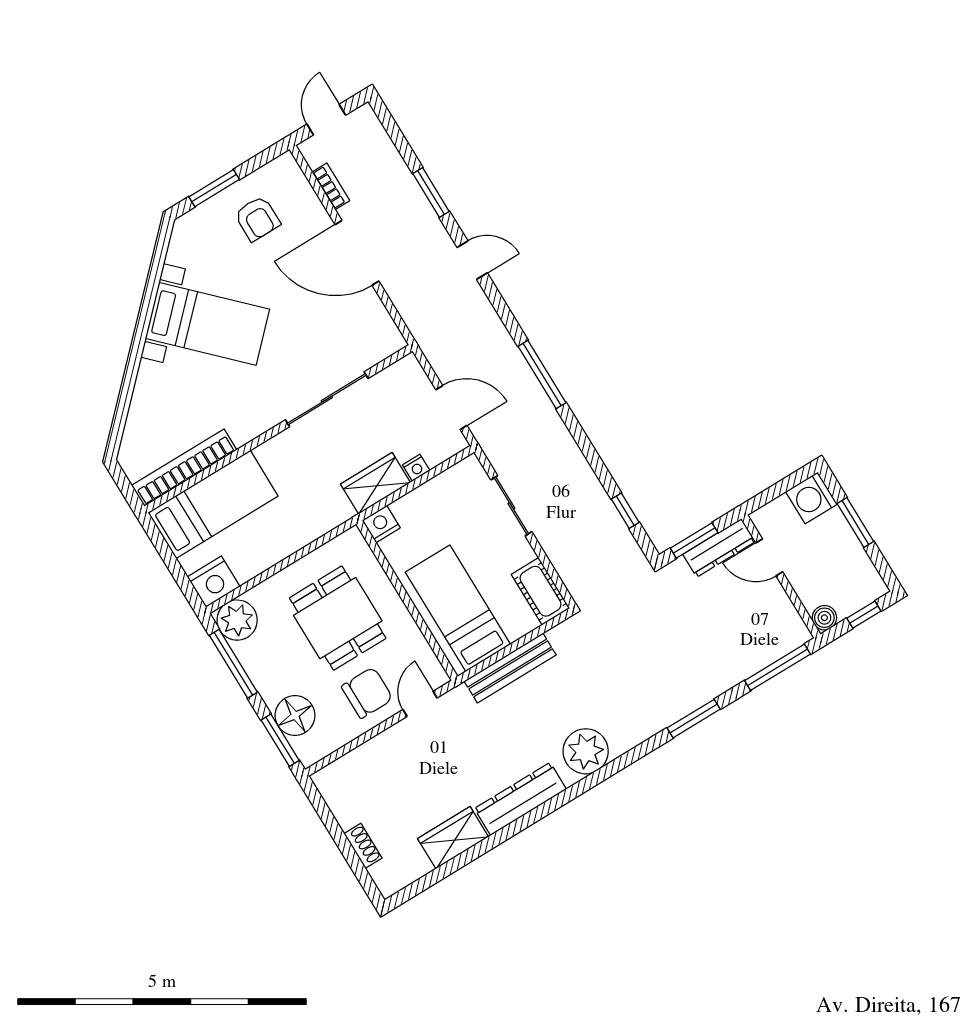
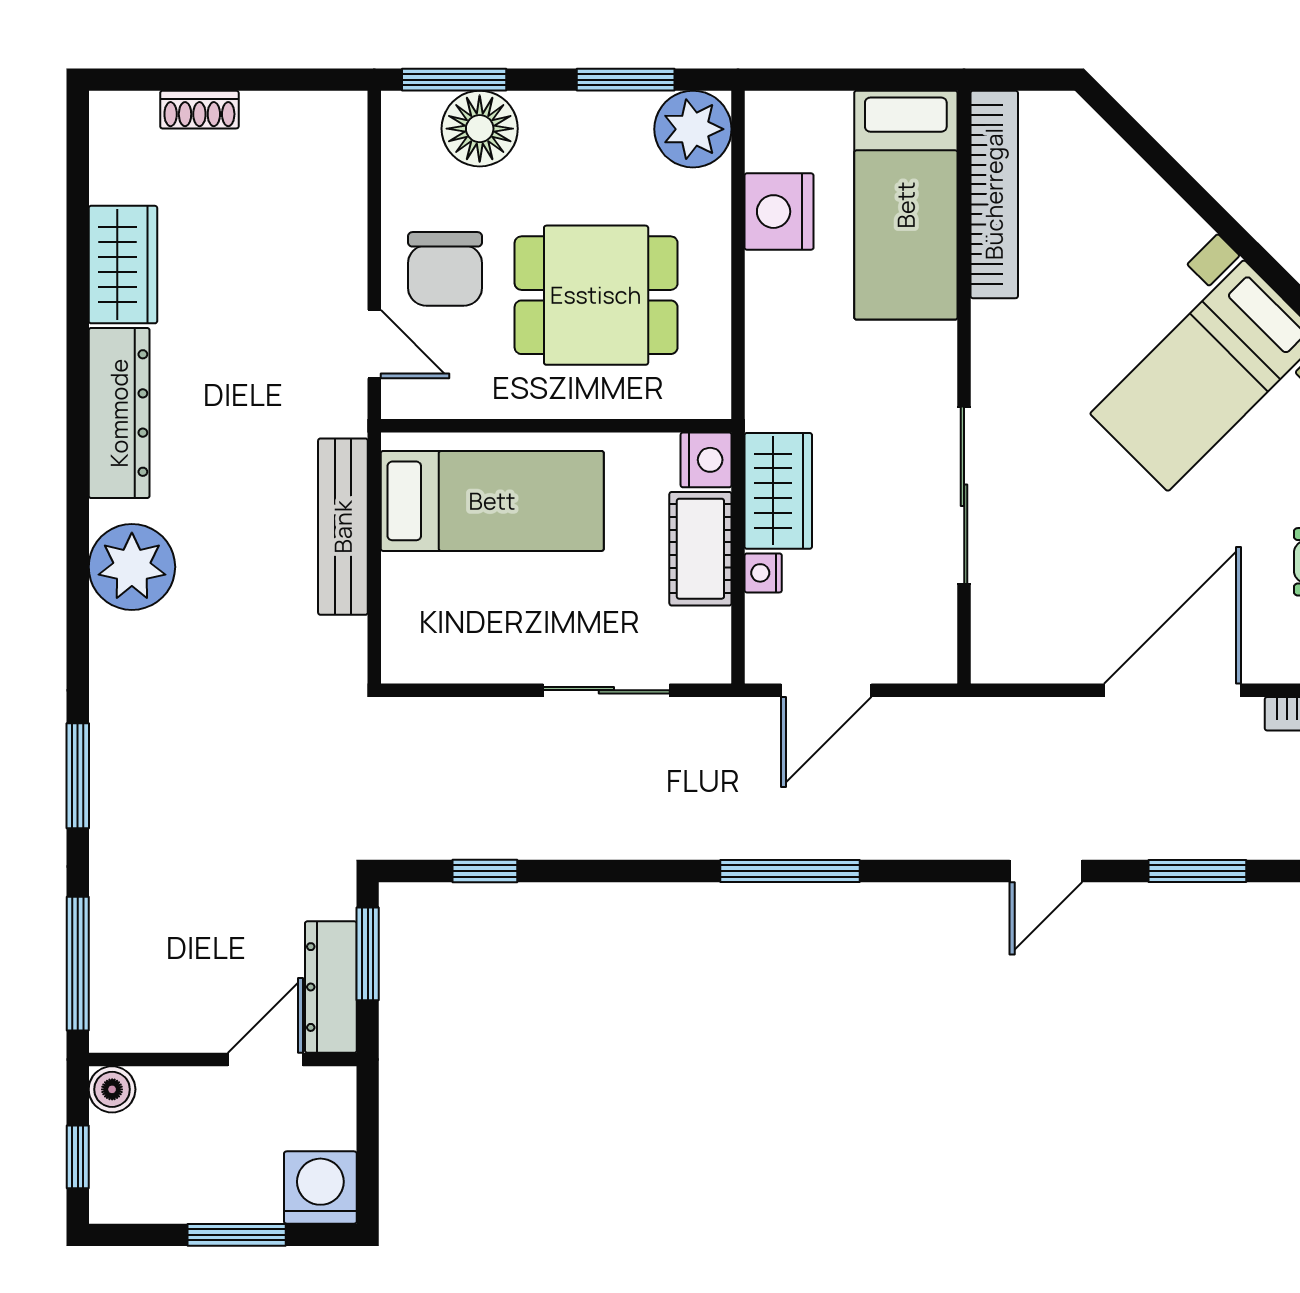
nightstand: (214, 582) -> (779, 212), moved
cot: (541, 591) -> (700, 549), moved, turned 90
window: (233, 664) -> (626, 80), width x0.69

